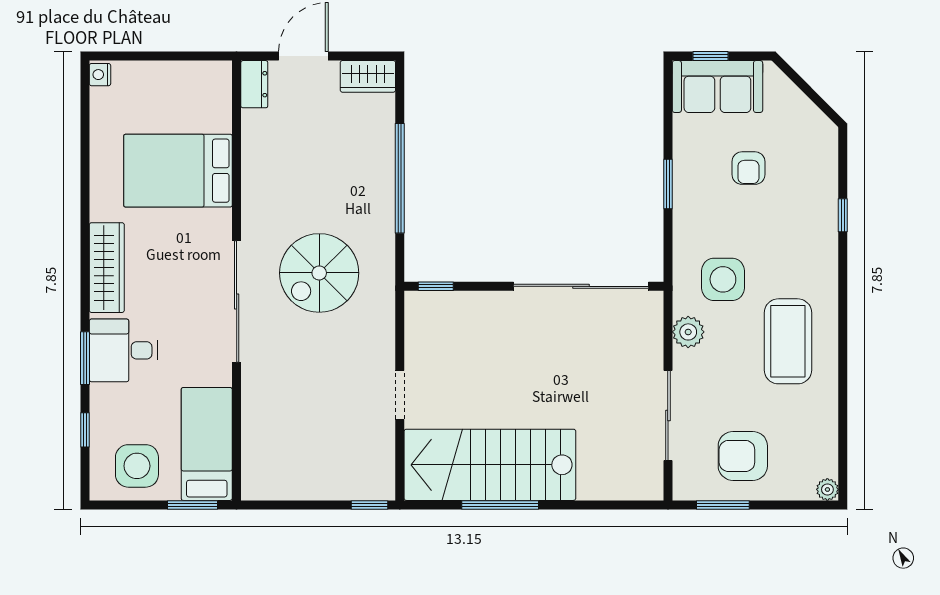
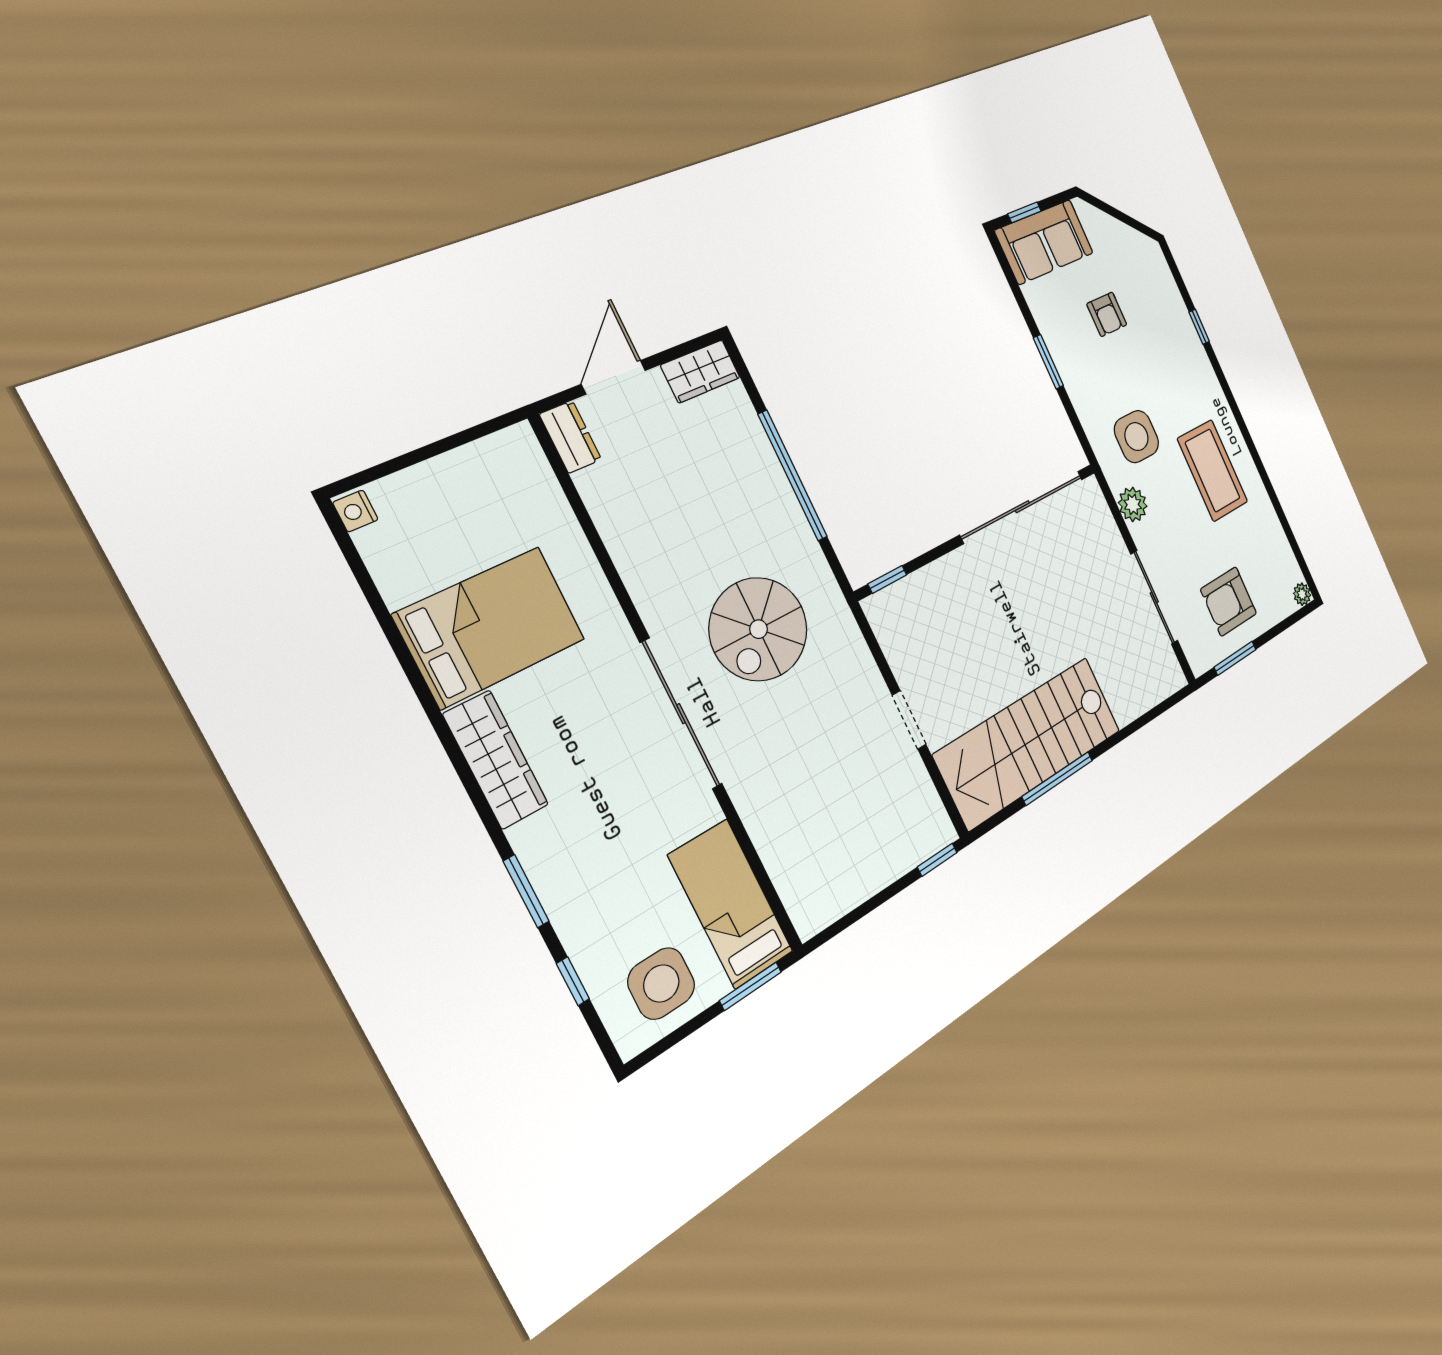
bed: (178, 171) -> (490, 627), moved, turned 180
desk: (123, 350) -> (571, 852), removed

